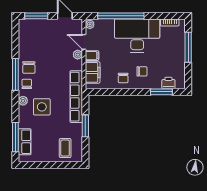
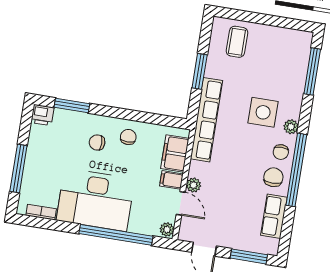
window: (15, 74) -> (296, 170), width x1.46
printer: (168, 83) -> (42, 115), moved
row of seats: (25, 142) -> (274, 216), moved

